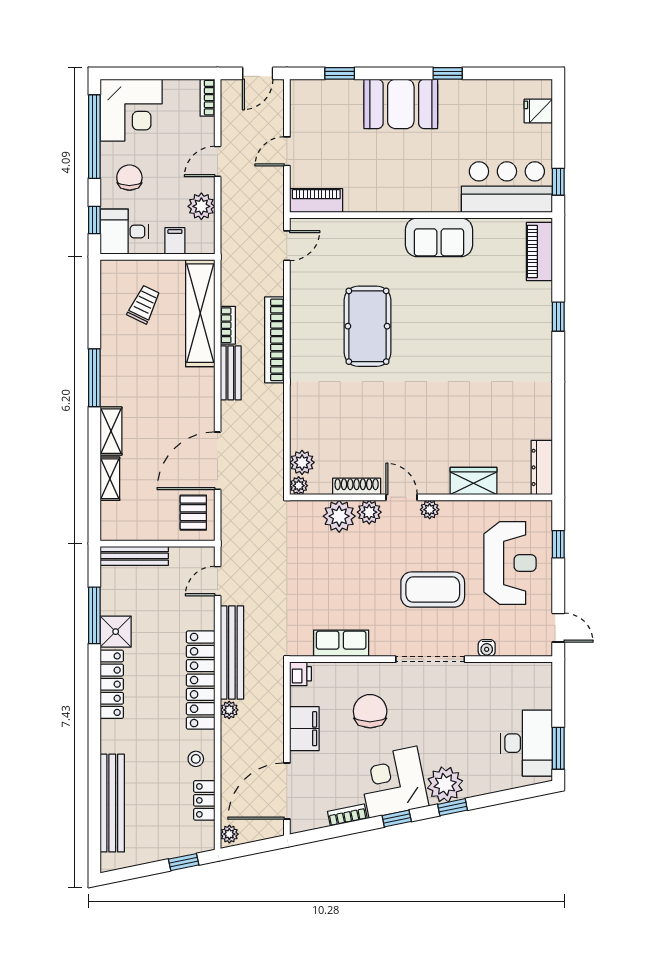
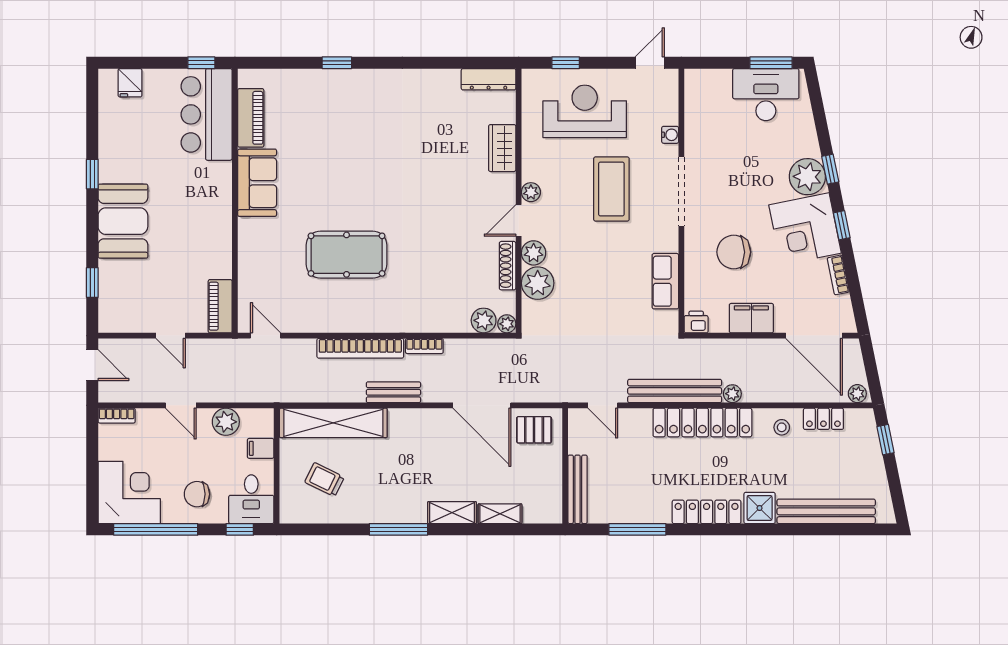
piano: (539, 252) -> (251, 118), moved, turned -90
bookcase: (228, 325) -> (424, 346), moved, turned 180
shower: (116, 632) -> (760, 508), moved

